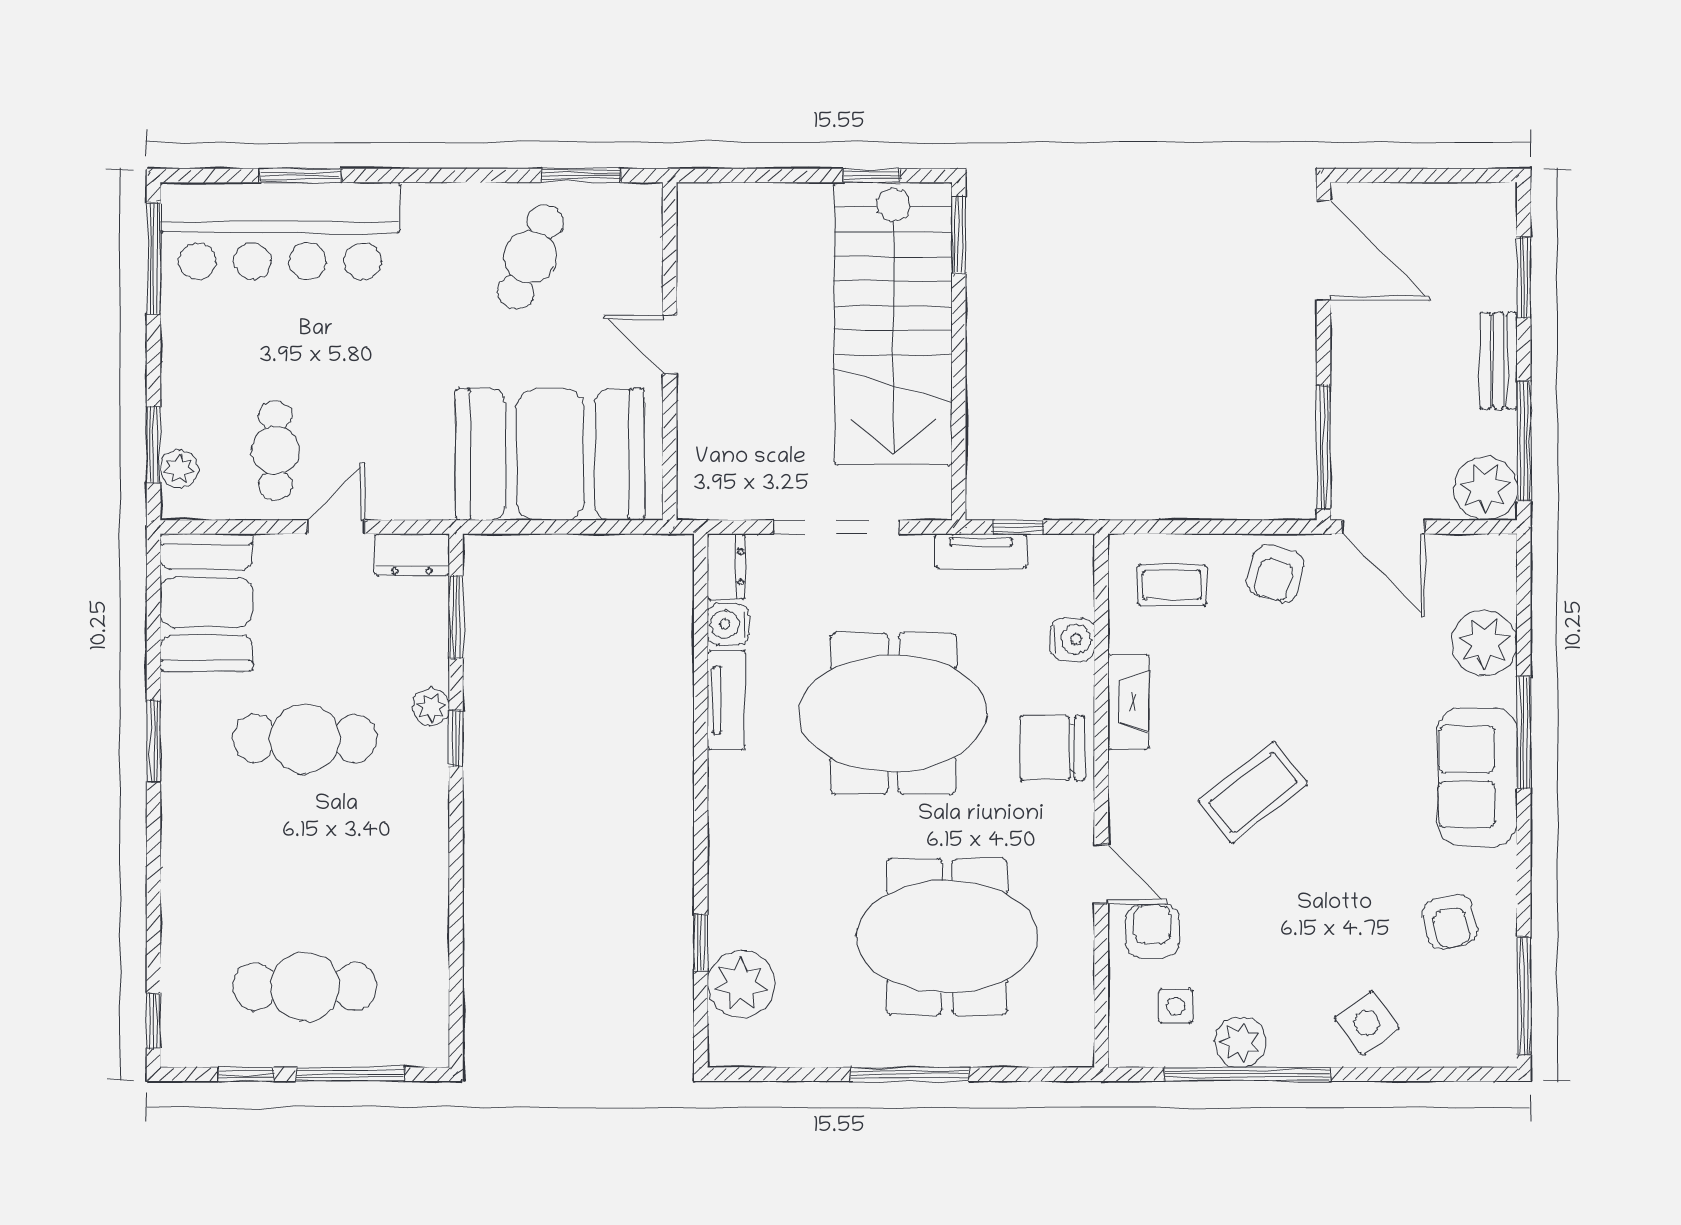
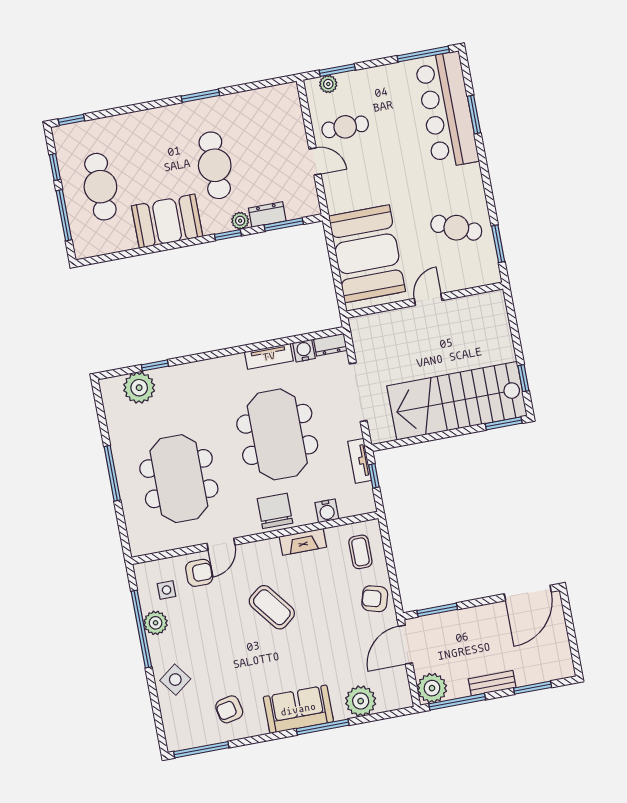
window: (1324, 447) -> (437, 610), width x0.69
dresser: (412, 555) -> (267, 214), moved, turned 90
booth: (206, 603) -> (167, 221), moved

